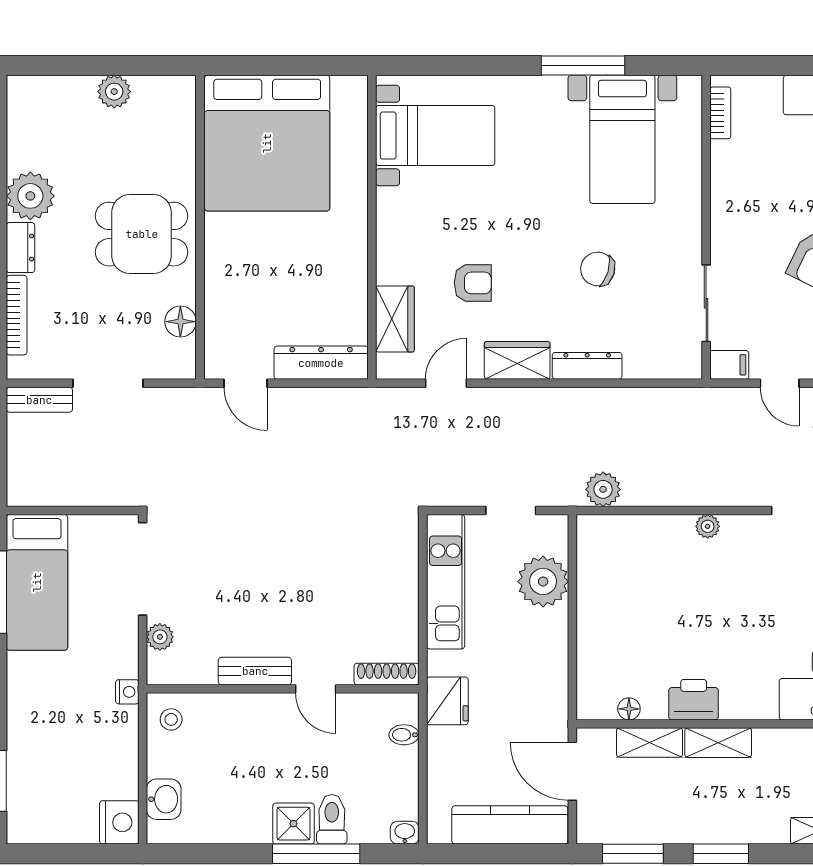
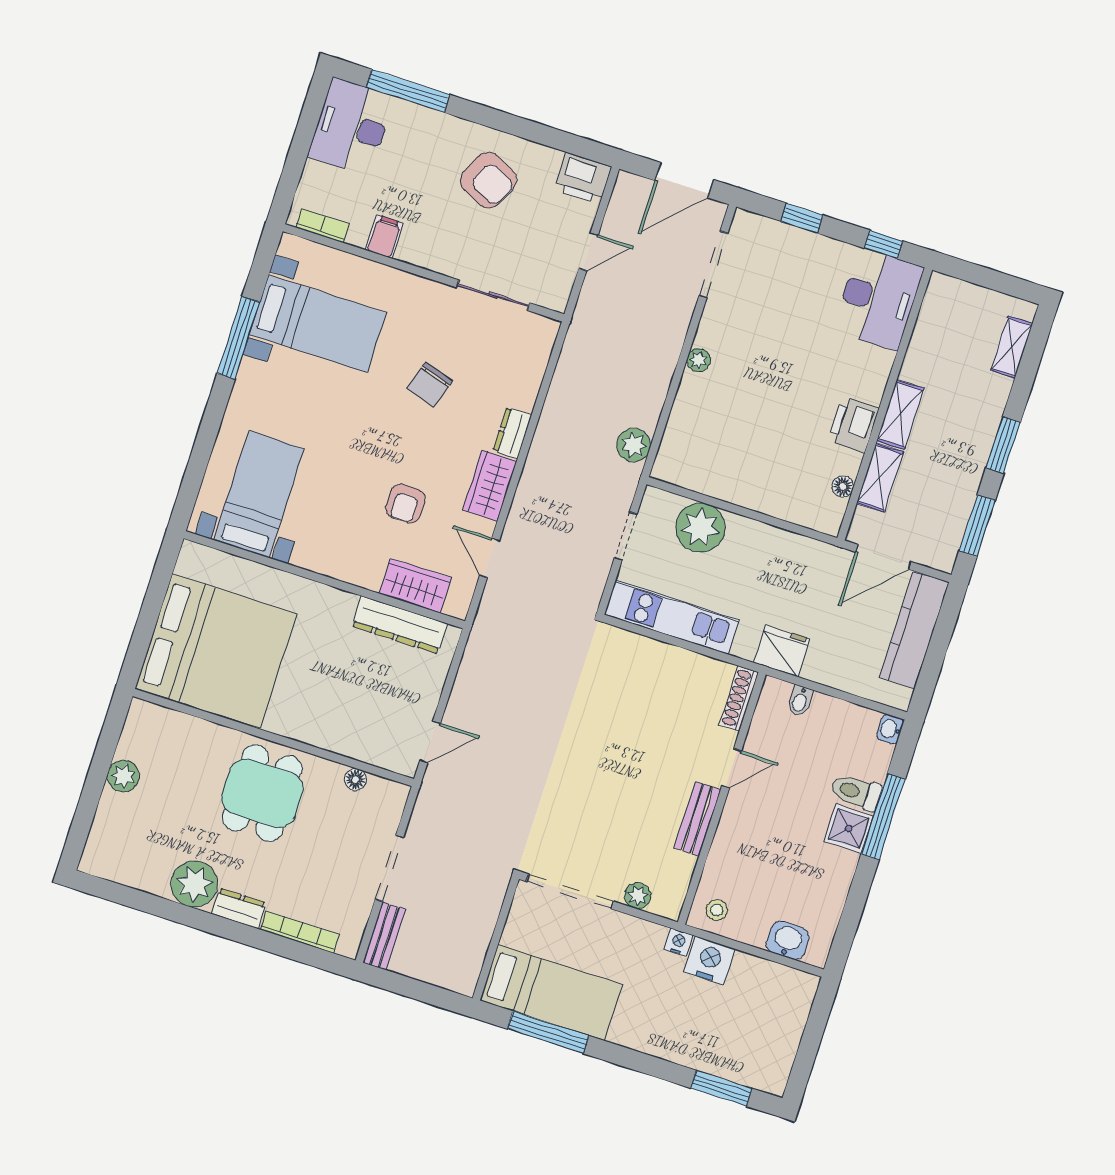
armchair: (473, 283) -> (405, 504), turned 180
floor lamp: (180, 322) -> (355, 780), width x0.73, depth x0.73
dresser: (321, 363) -> (400, 625), moved, turned -90
filing cabinet: (729, 365) -> (384, 237), moved
dresser: (587, 366) -> (512, 433), width x0.70
nightstand: (119, 822) -> (710, 960), moved

